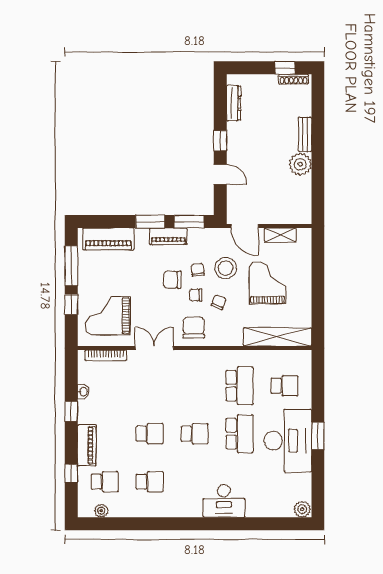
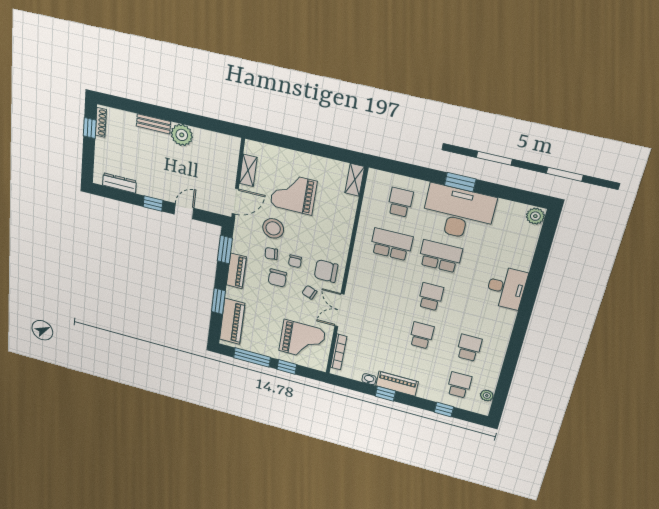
window: (150, 222) -> (218, 301), moved
chair: (219, 302) -> (309, 292), moved
grand piano: (108, 316) -> (302, 340), turned -90
shelving: (277, 337) -> (355, 180), width x0.45, depth x0.75
piano: (87, 445) -> (397, 384), moved

